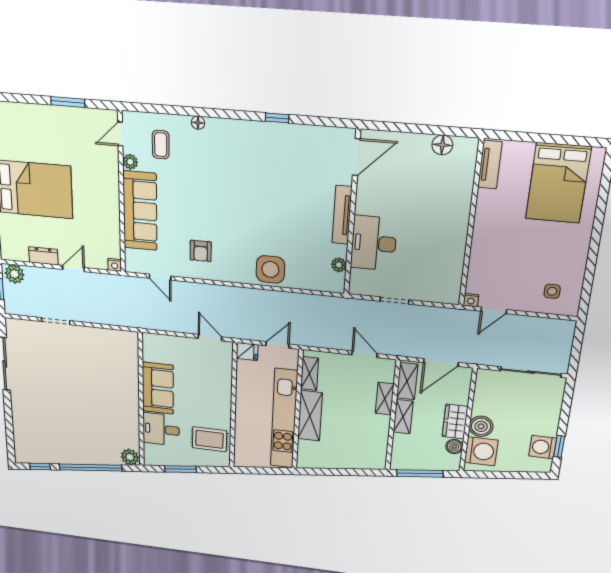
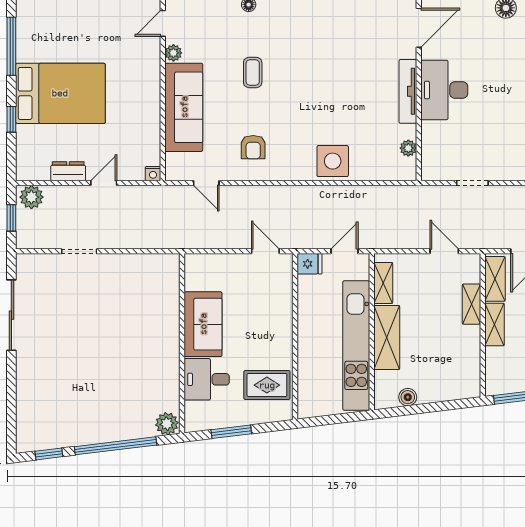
coffee table: (161, 145) -> (253, 72), moved
desk: (374, 243) -> (444, 90), moved
boiler: (325, 462) -> (408, 397), added

